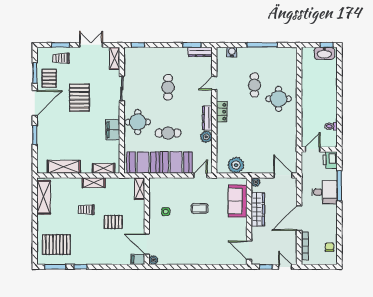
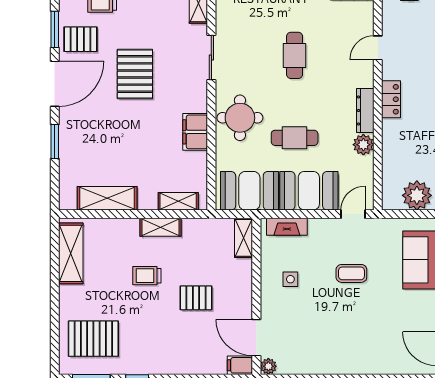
pallet: (49, 78) -> (81, 39), turned 90
fireplace: (164, 182) -> (287, 227), added

